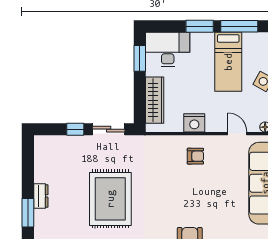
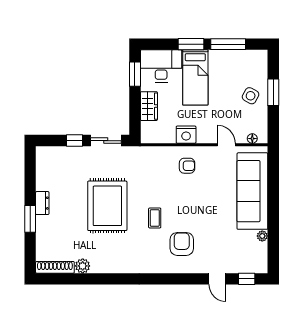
bed: (228, 62) -> (195, 77), moved
wardrobe: (155, 100) -> (149, 106), width x0.67
coffee table: (161, 212) -> (155, 218), added

